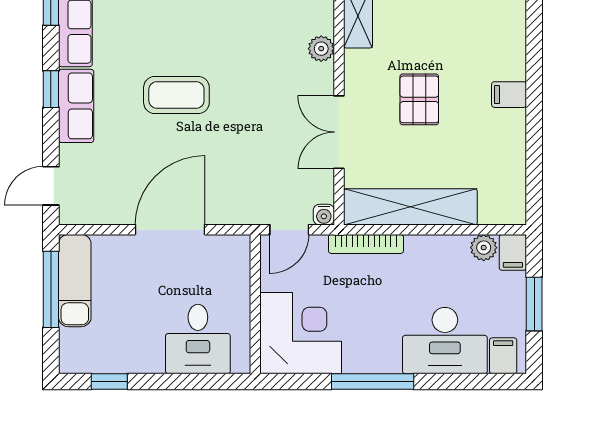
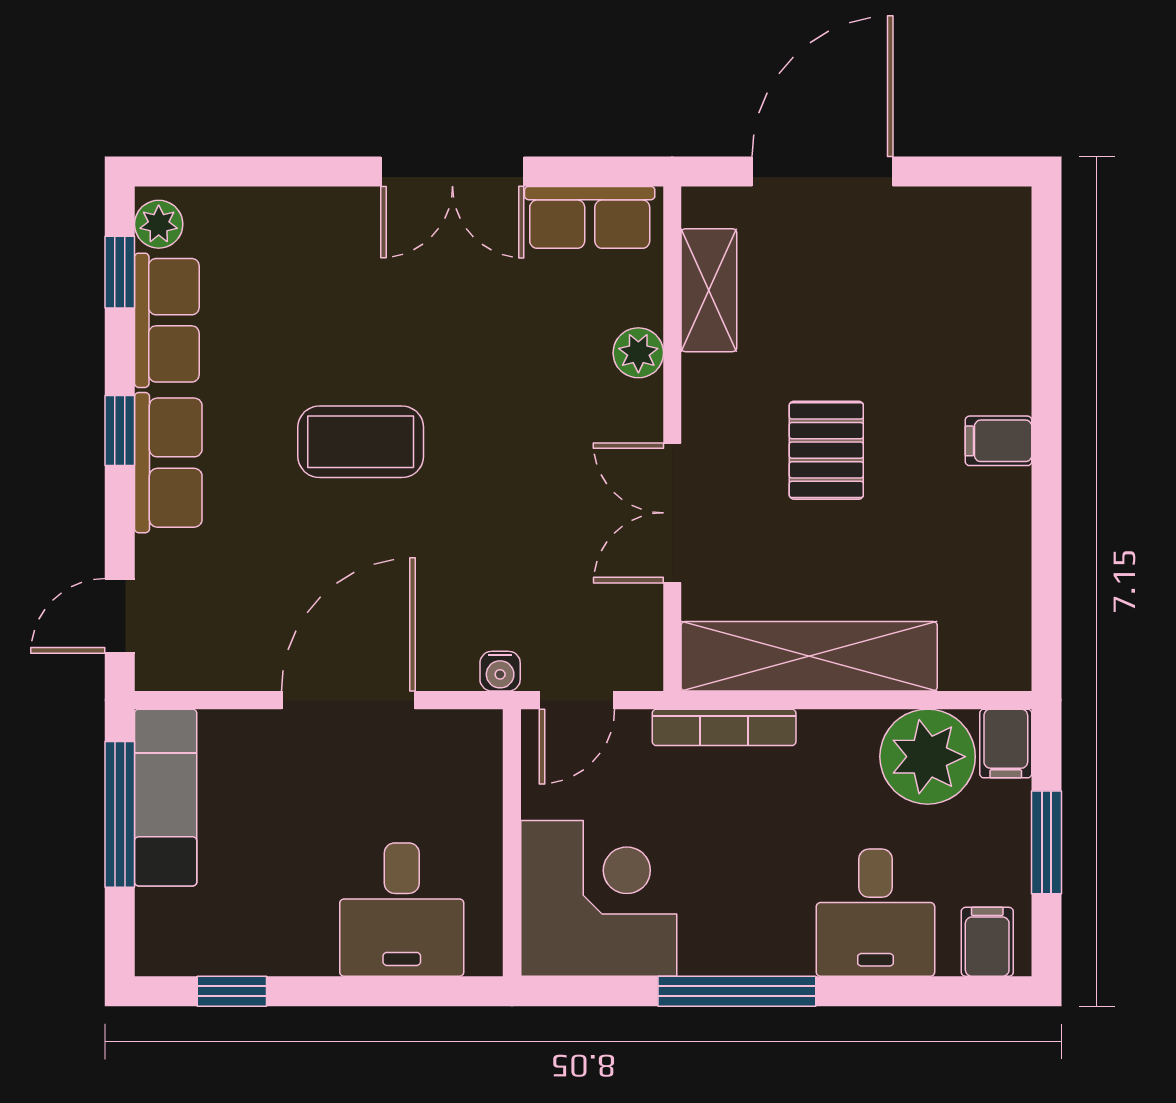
water cooler: (324, 215) -> (500, 671), moved
plant: (484, 248) -> (928, 757), width x1.88, depth x1.88
desk: (445, 341) -> (875, 913), width x0.73

